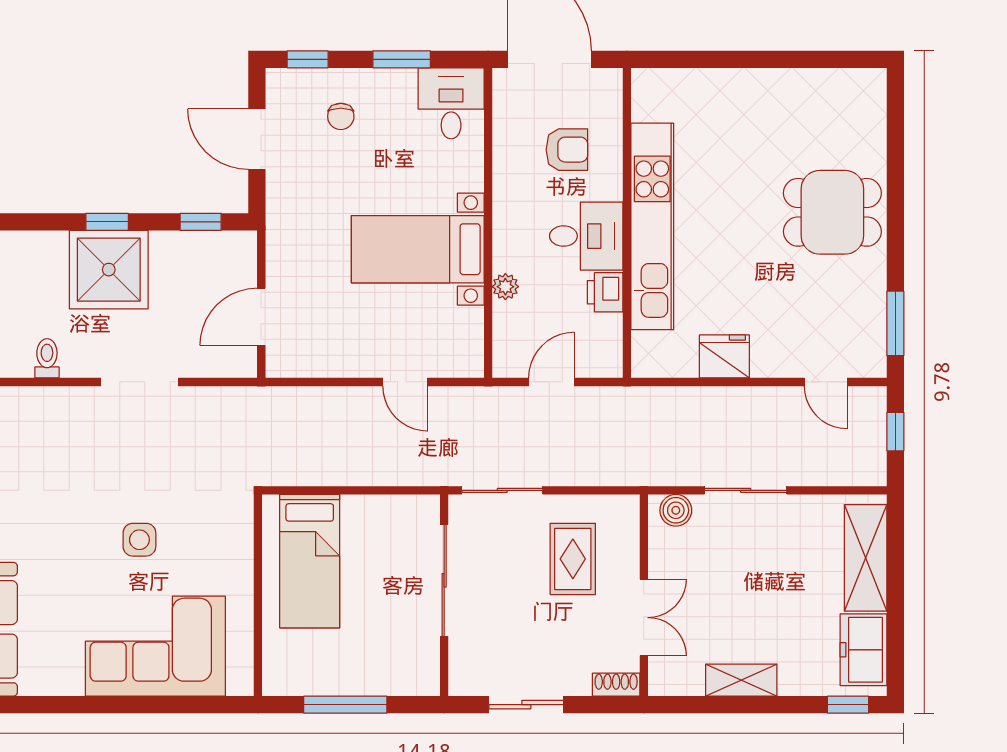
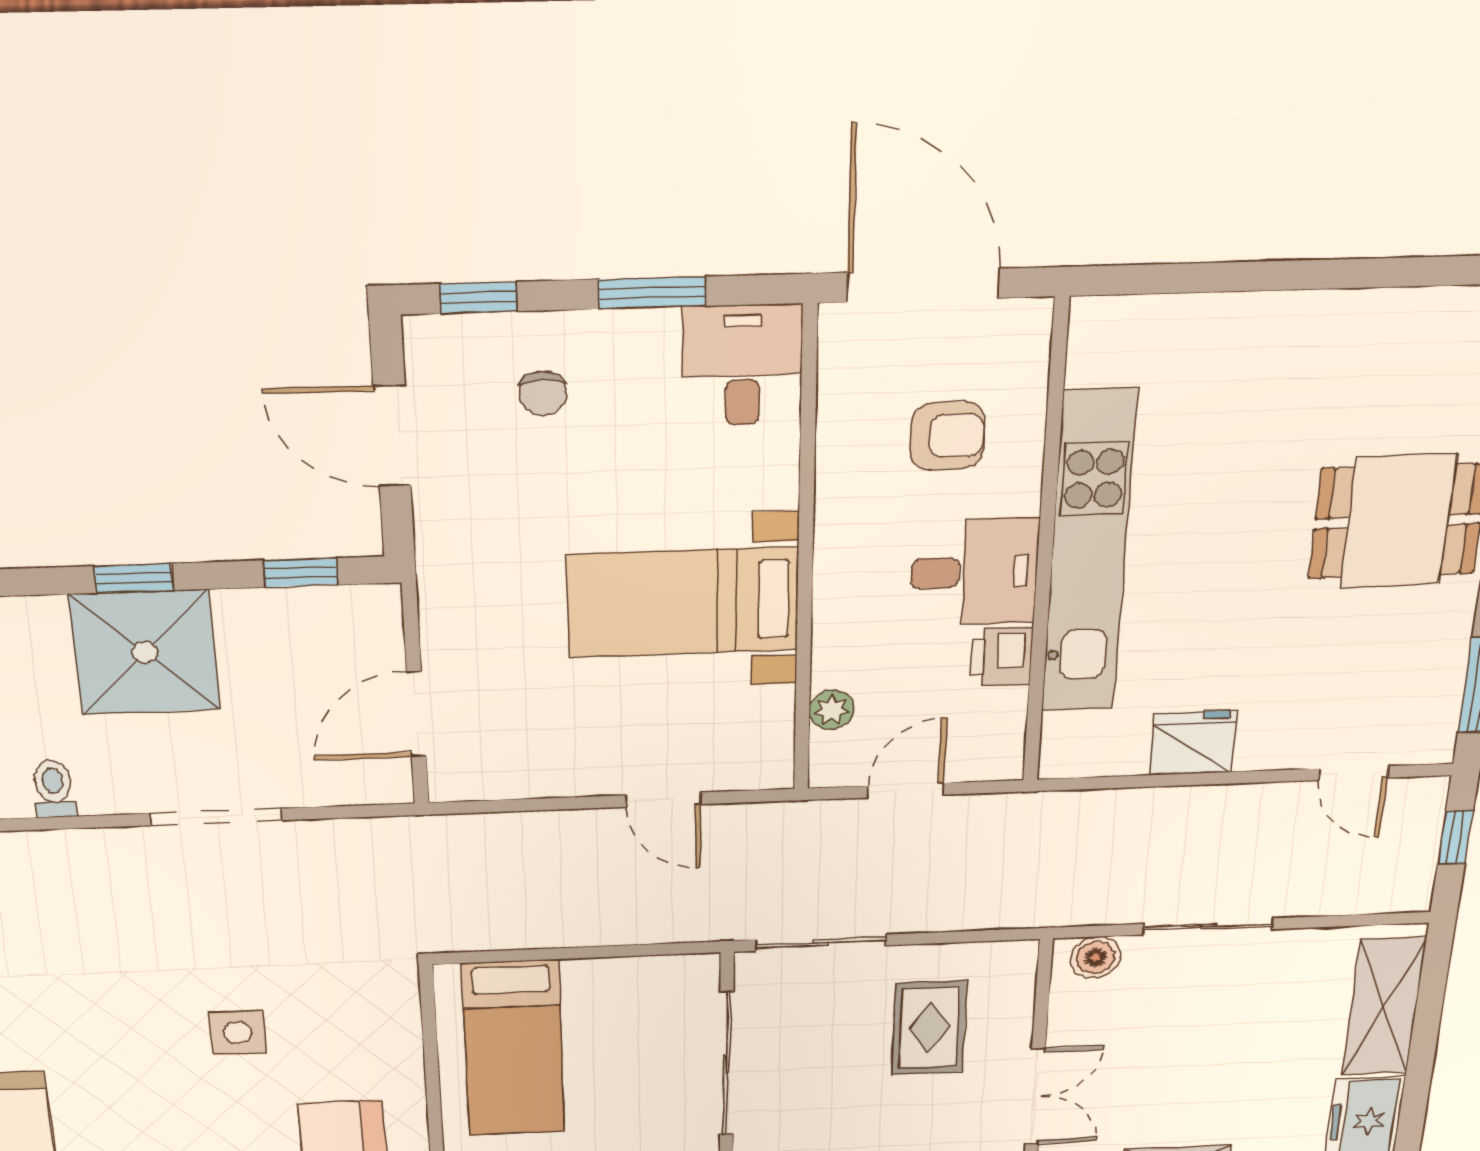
plant: (505, 287) -> (832, 710), moved

